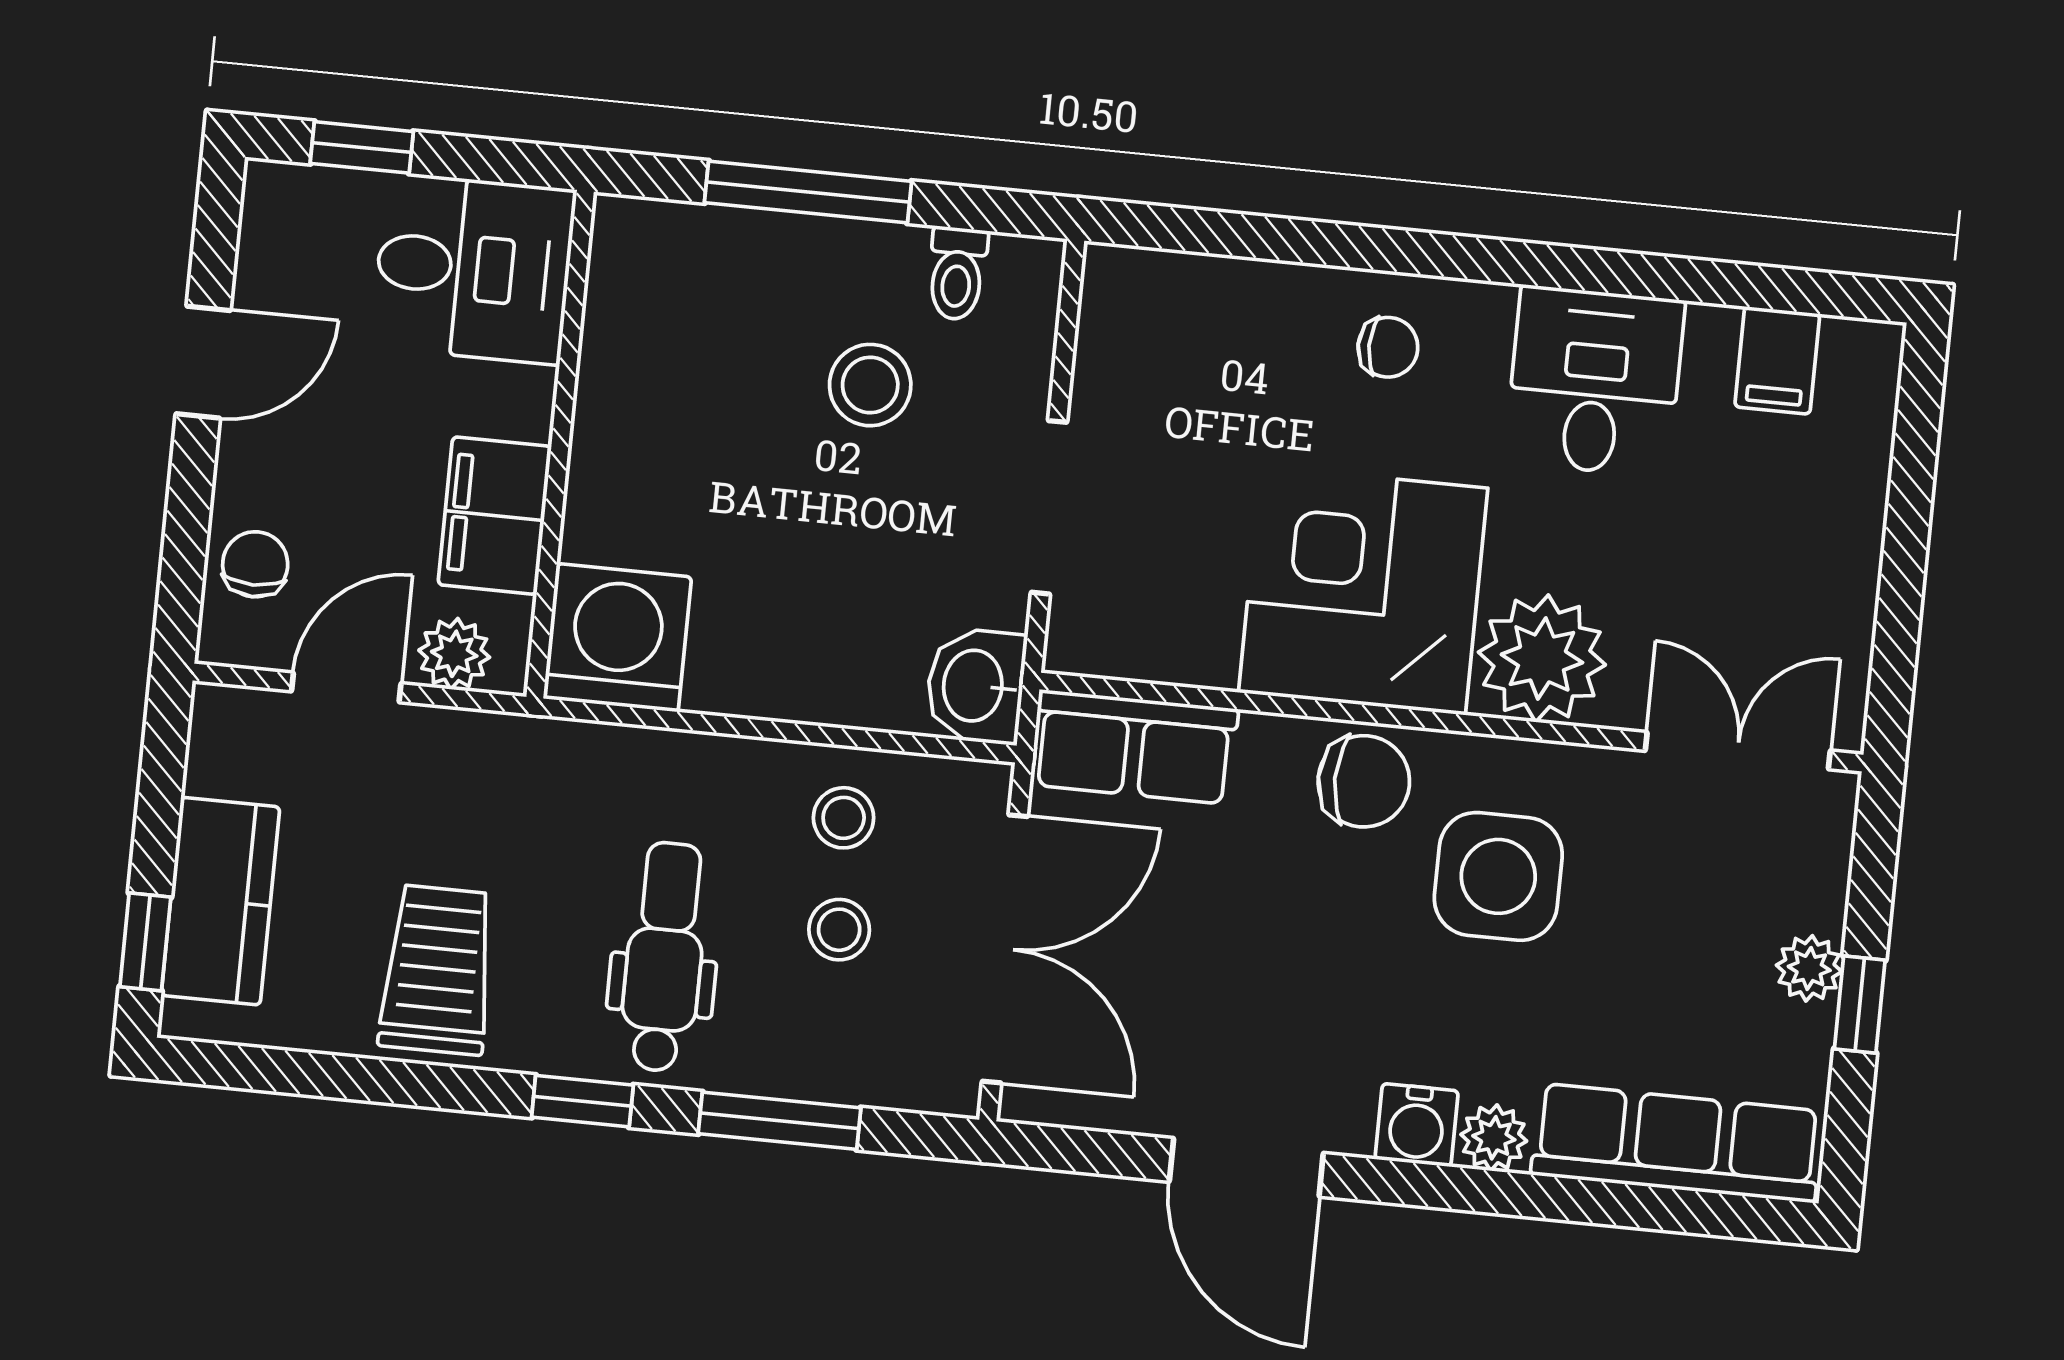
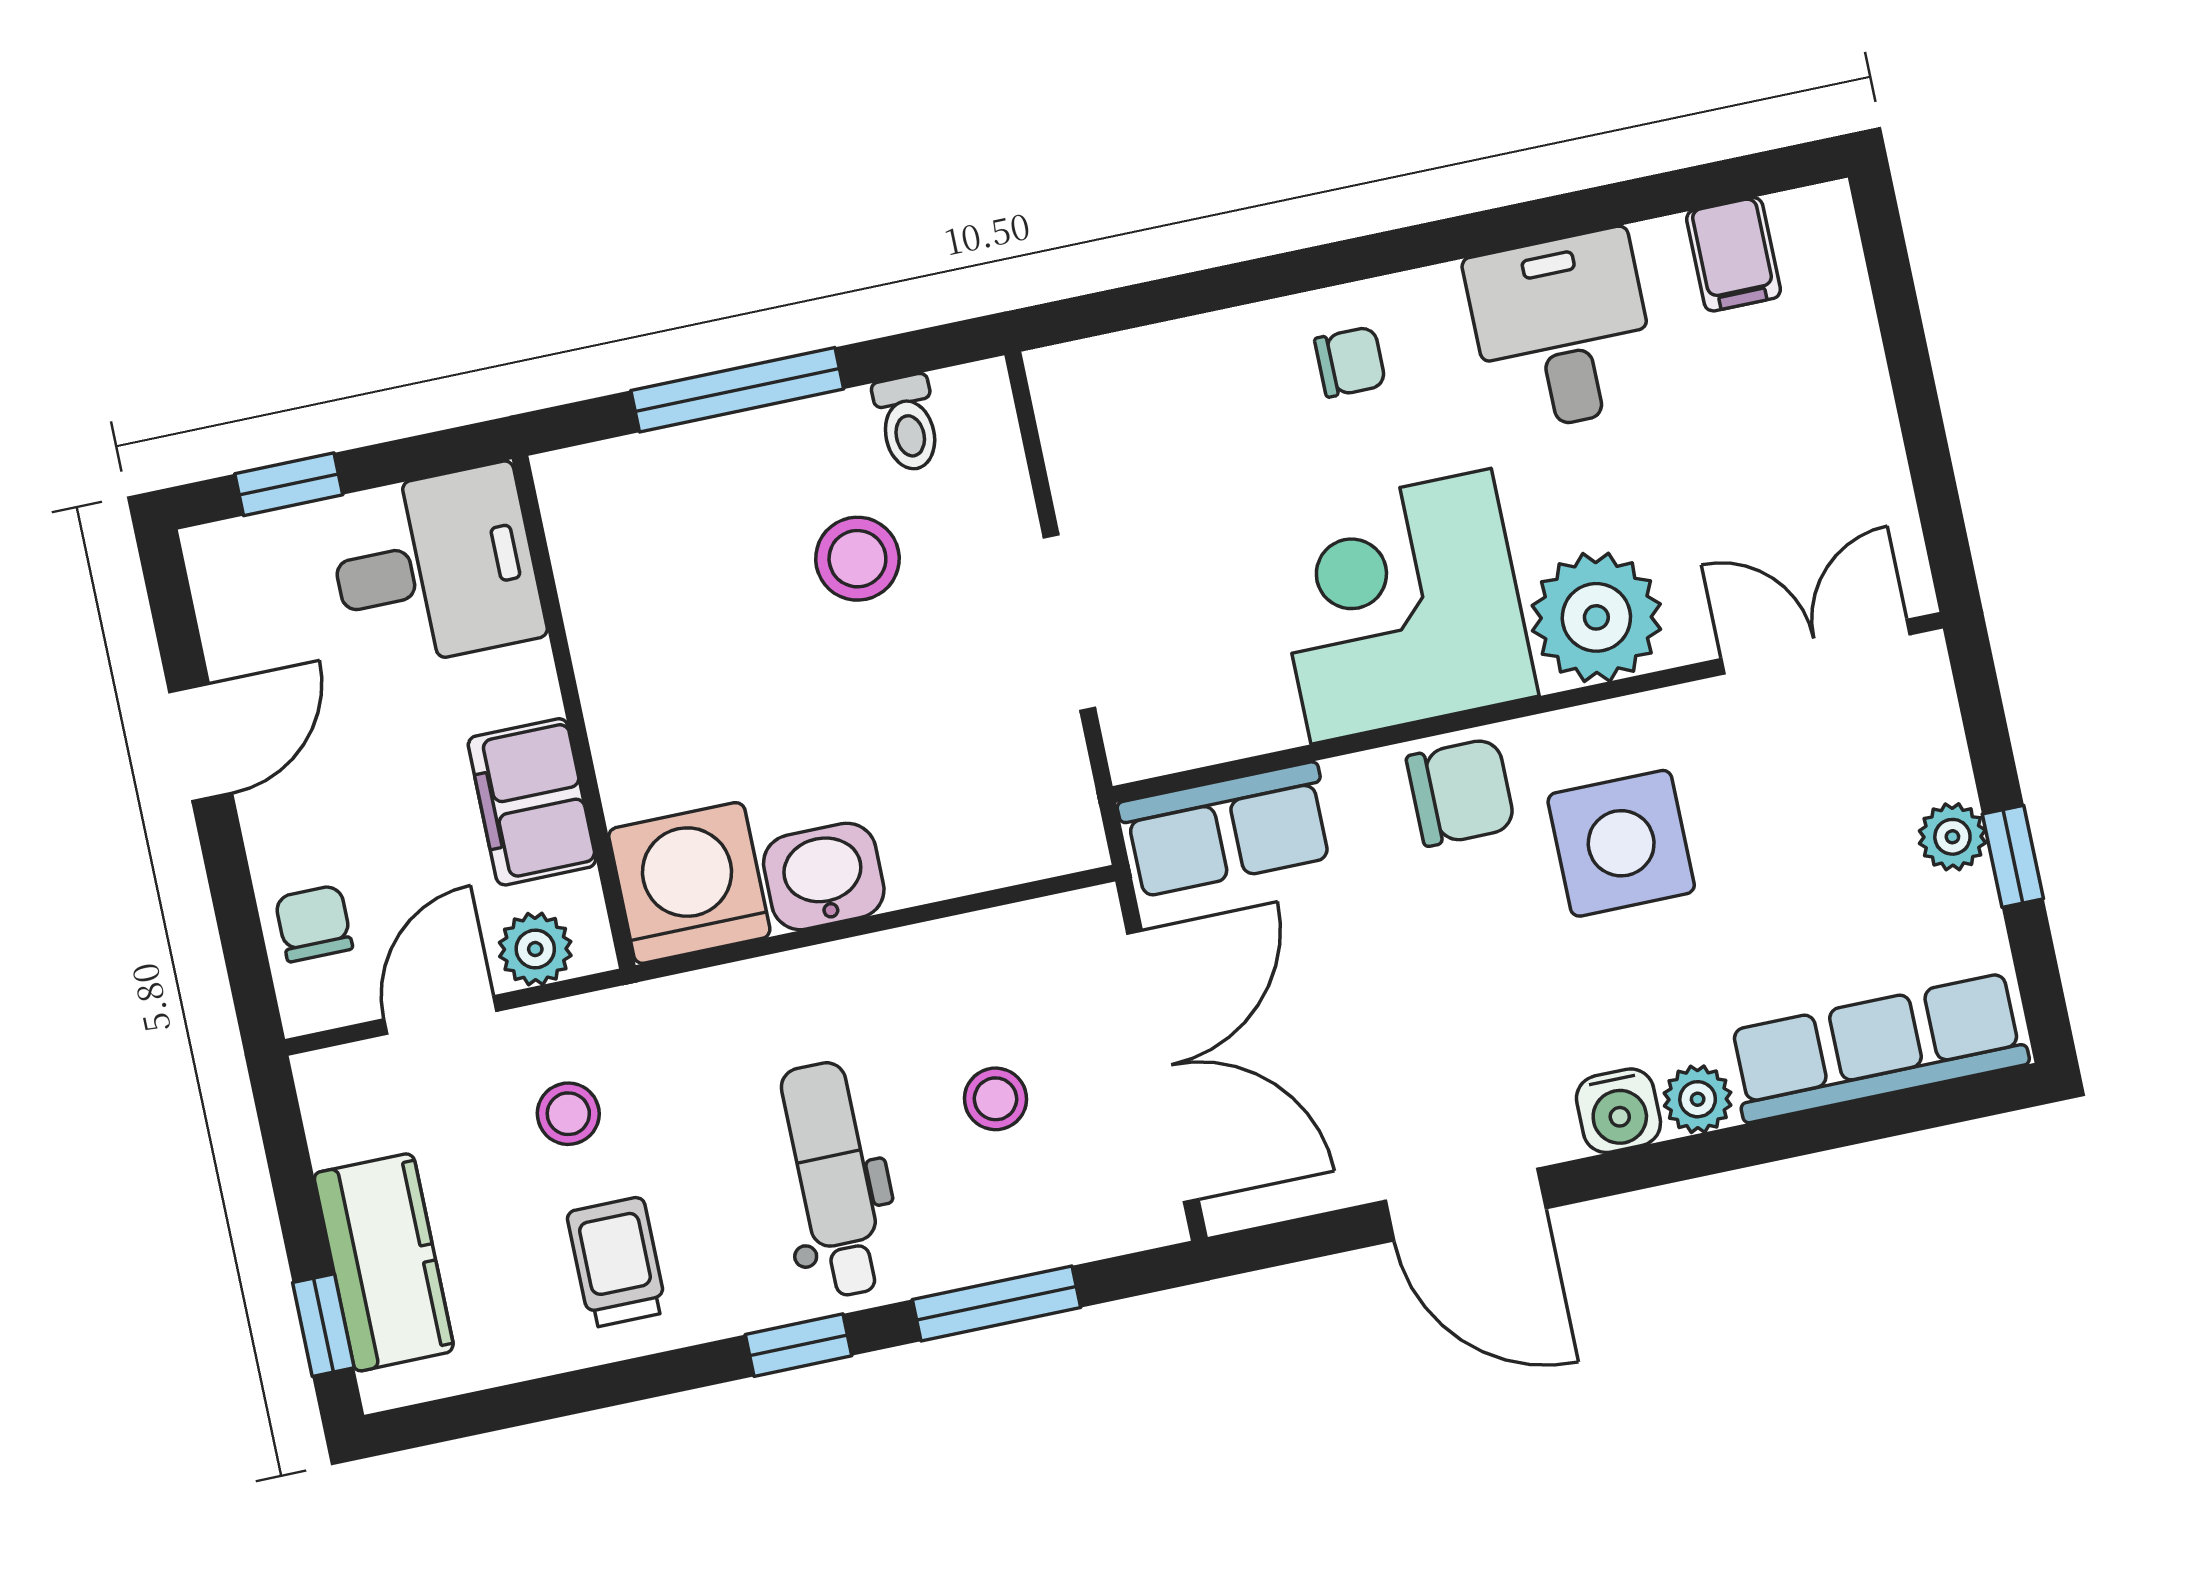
washbasin: (976, 686) -> (824, 876), moved, turned 90
stool: (844, 818) -> (568, 1114), moved
trolley: (438, 970) -> (617, 1262), width x0.73, depth x0.72

